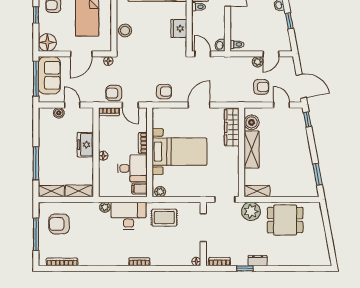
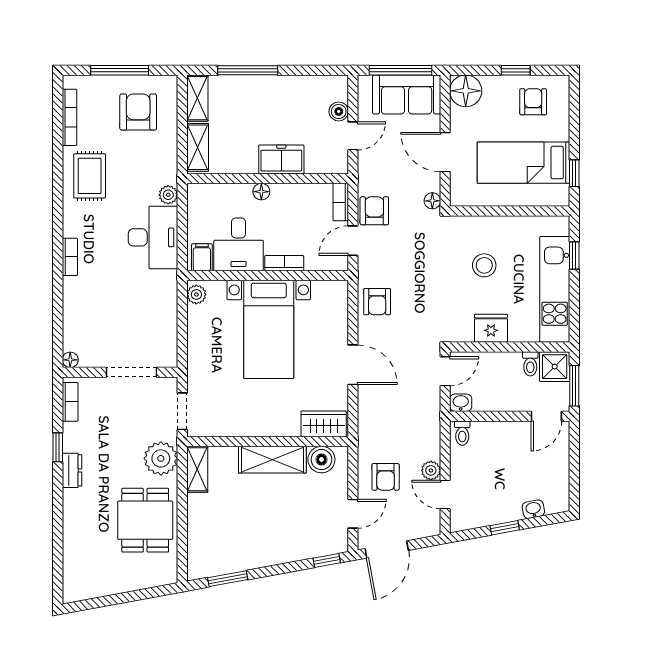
stool: (125, 31) -> (484, 265), moved
wardrobe: (232, 127) -> (324, 424), width x0.67
rug: (164, 218) -> (90, 176), moved

